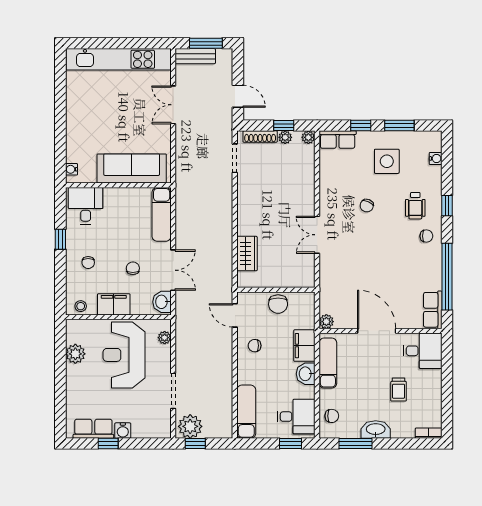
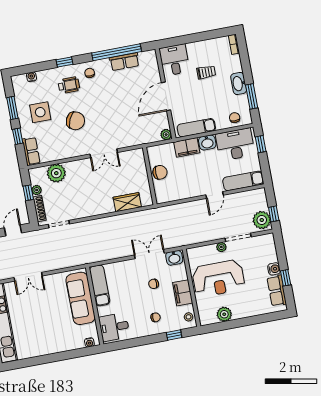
plant: (308, 137) -> (56, 173), moved, width x1.88, depth x1.88
chair: (367, 206) -> (75, 121), width x1.87, depth x1.87
exam couch: (162, 214) -> (100, 285), moved, turned -90
window: (60, 239) -> (174, 335), moved
row of seats: (433, 310) -> (124, 62), moved
door: (235, 315) -> (214, 195), moved
plant: (165, 338) -> (221, 247), moved
chair: (255, 346) -> (194, 184), removed
desk: (296, 417) -> (235, 145), width x1.37

